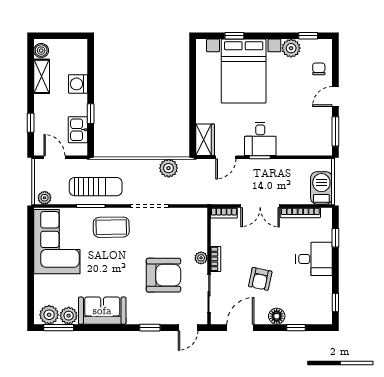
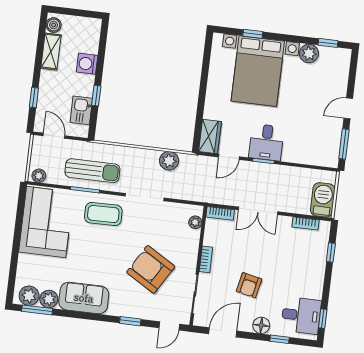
chair: (319, 69) -> (335, 78), removed
bookcase: (300, 213) -> (305, 223), width x0.64
plant: (201, 258) -> (195, 222), moved
desk: (314, 259) -> (301, 315), moved
armchair: (163, 275) -> (151, 269), turned -149

